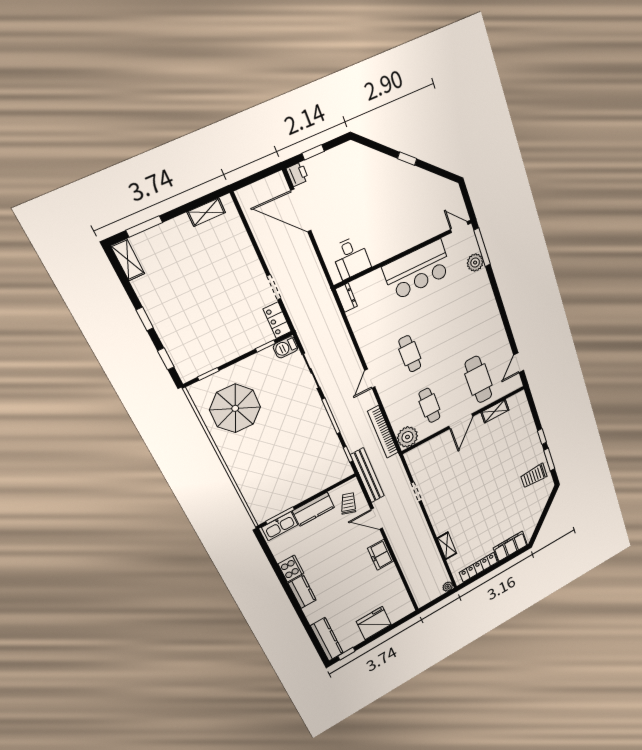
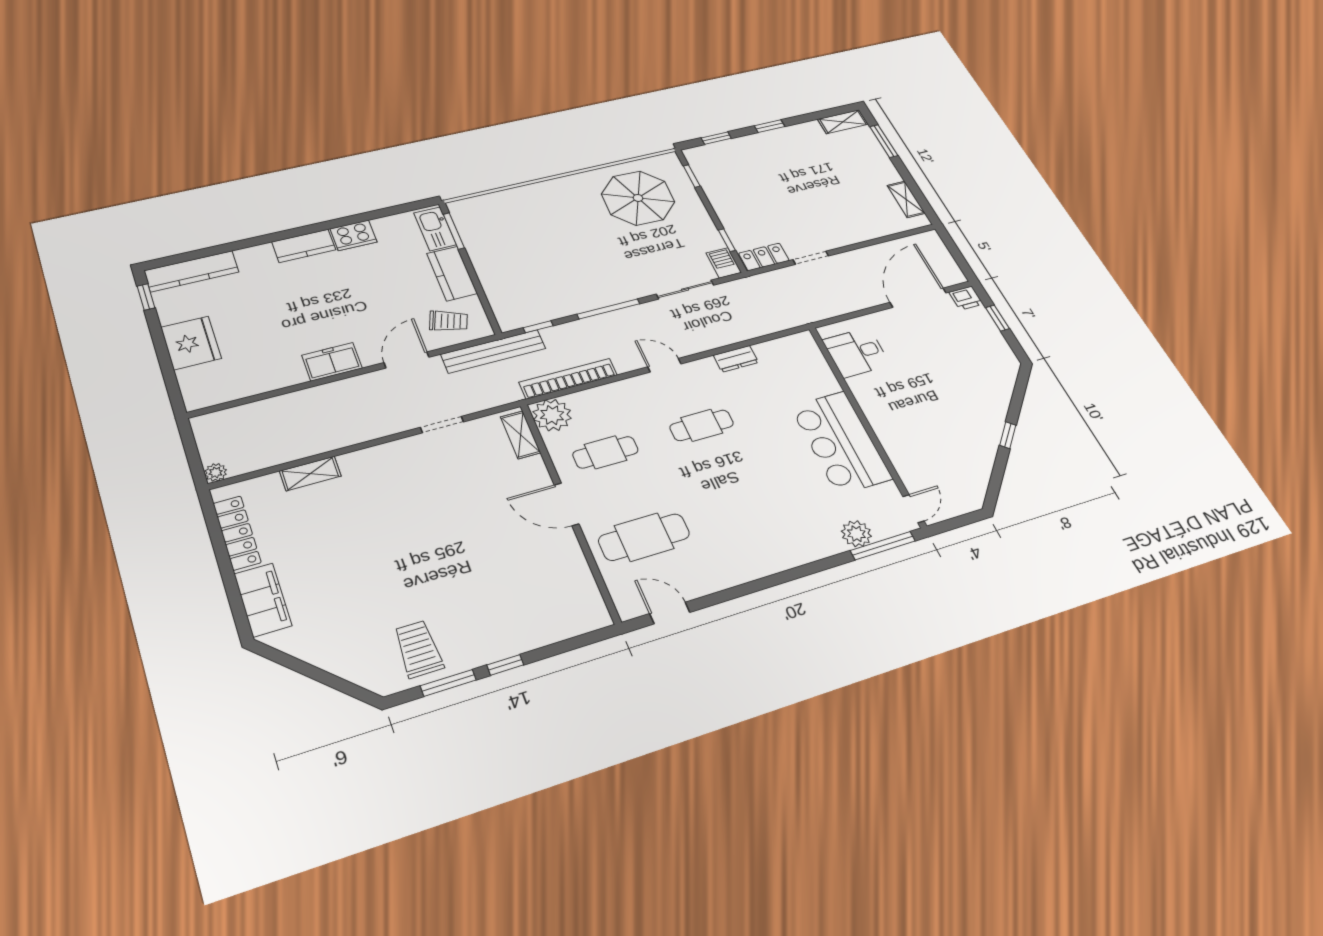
dresser: (346, 298) -> (736, 359), moved
shelving: (495, 411) -> (520, 435), moved

